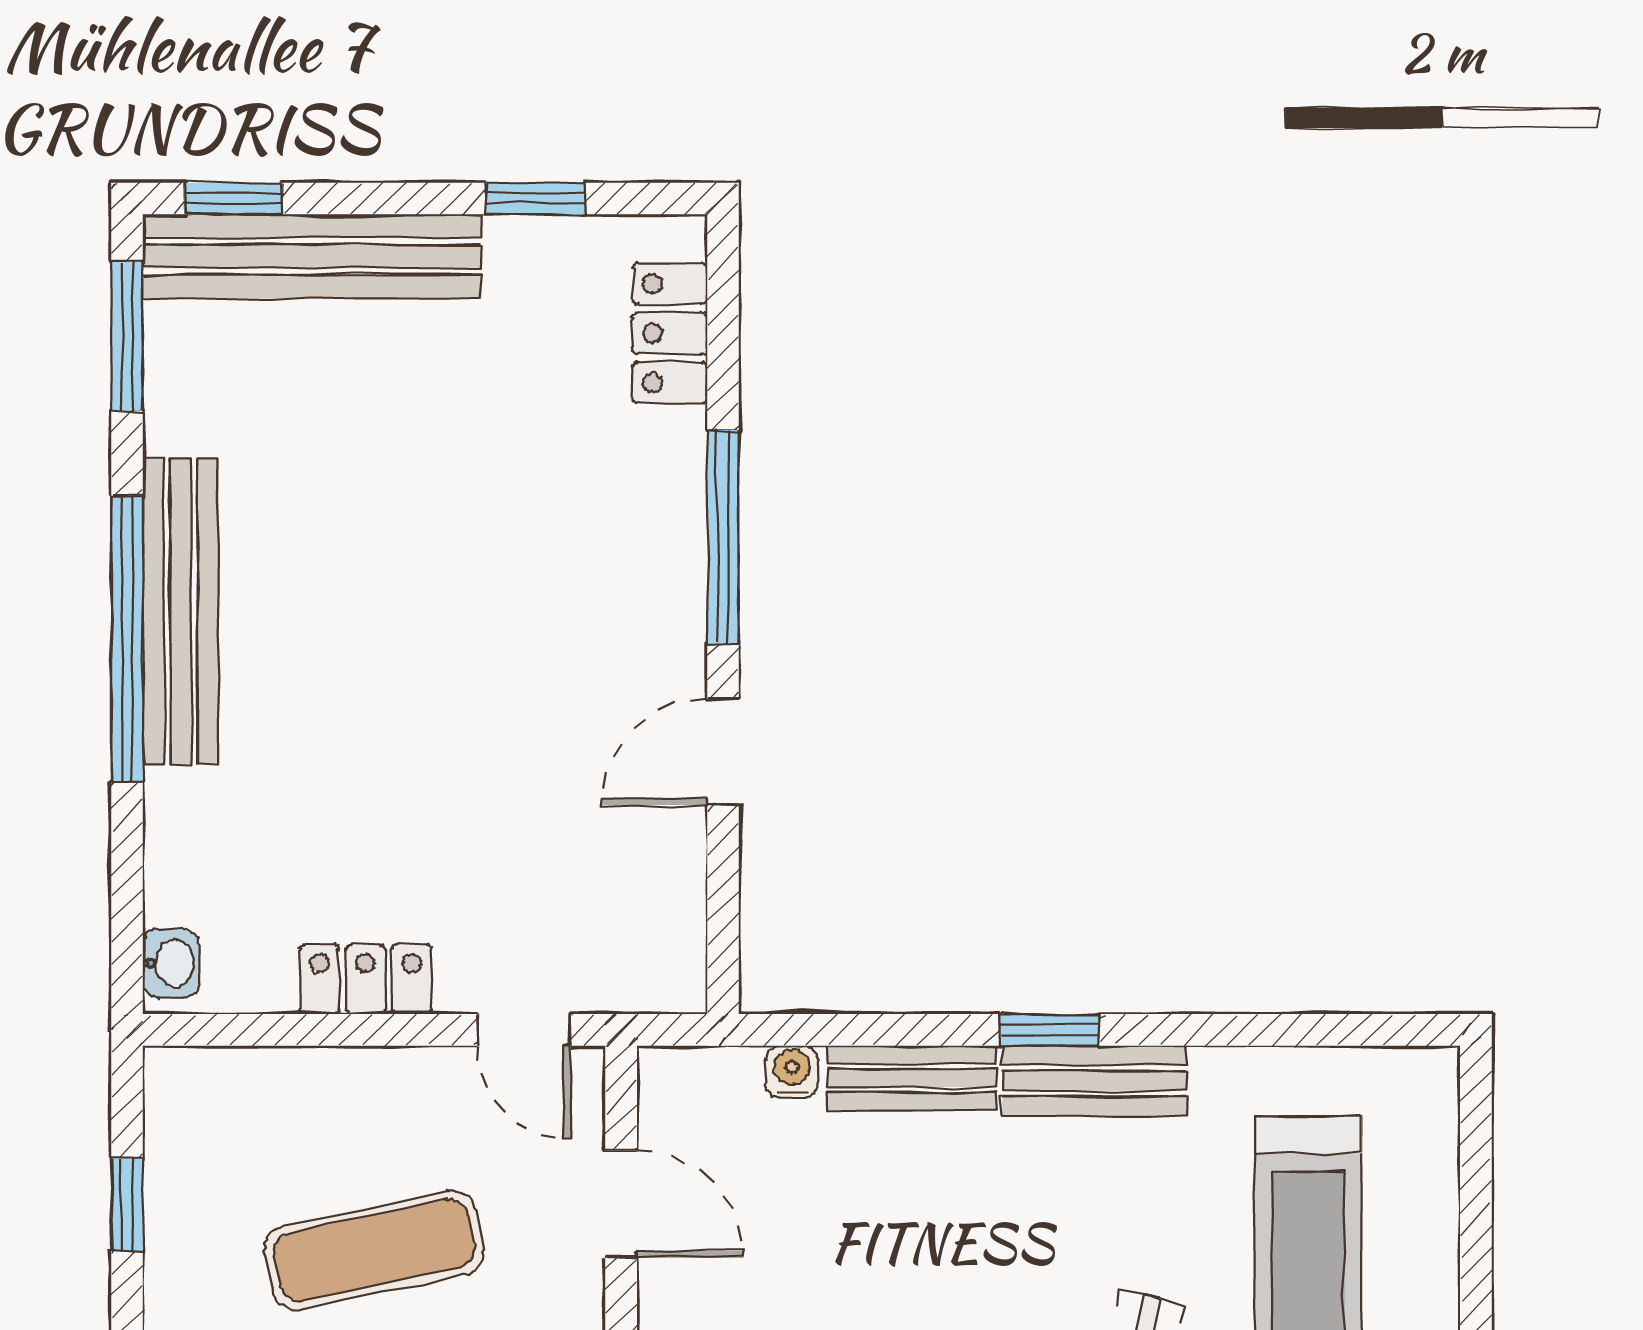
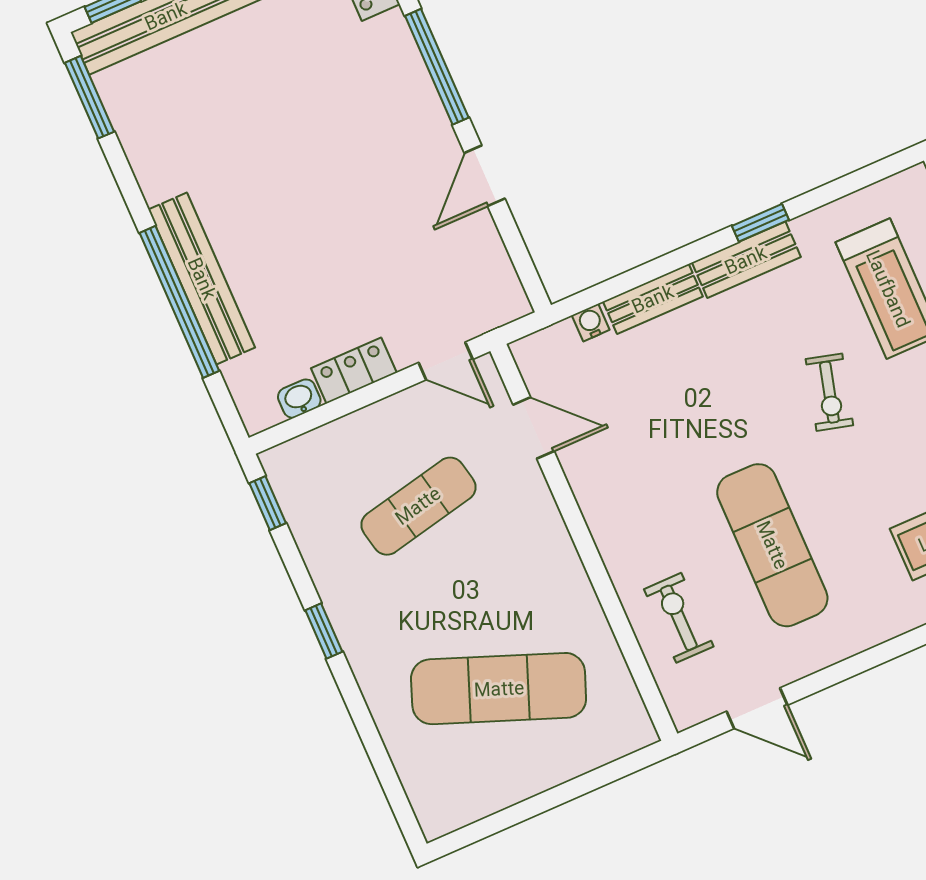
bench: (181, 611) -> (202, 279), moved
window: (127, 639) -> (179, 302), moved
washbasin: (171, 963) -> (299, 399), moved, turned -90
window: (1049, 1030) -> (760, 223), moved
window: (127, 1204) -> (268, 503), moved

